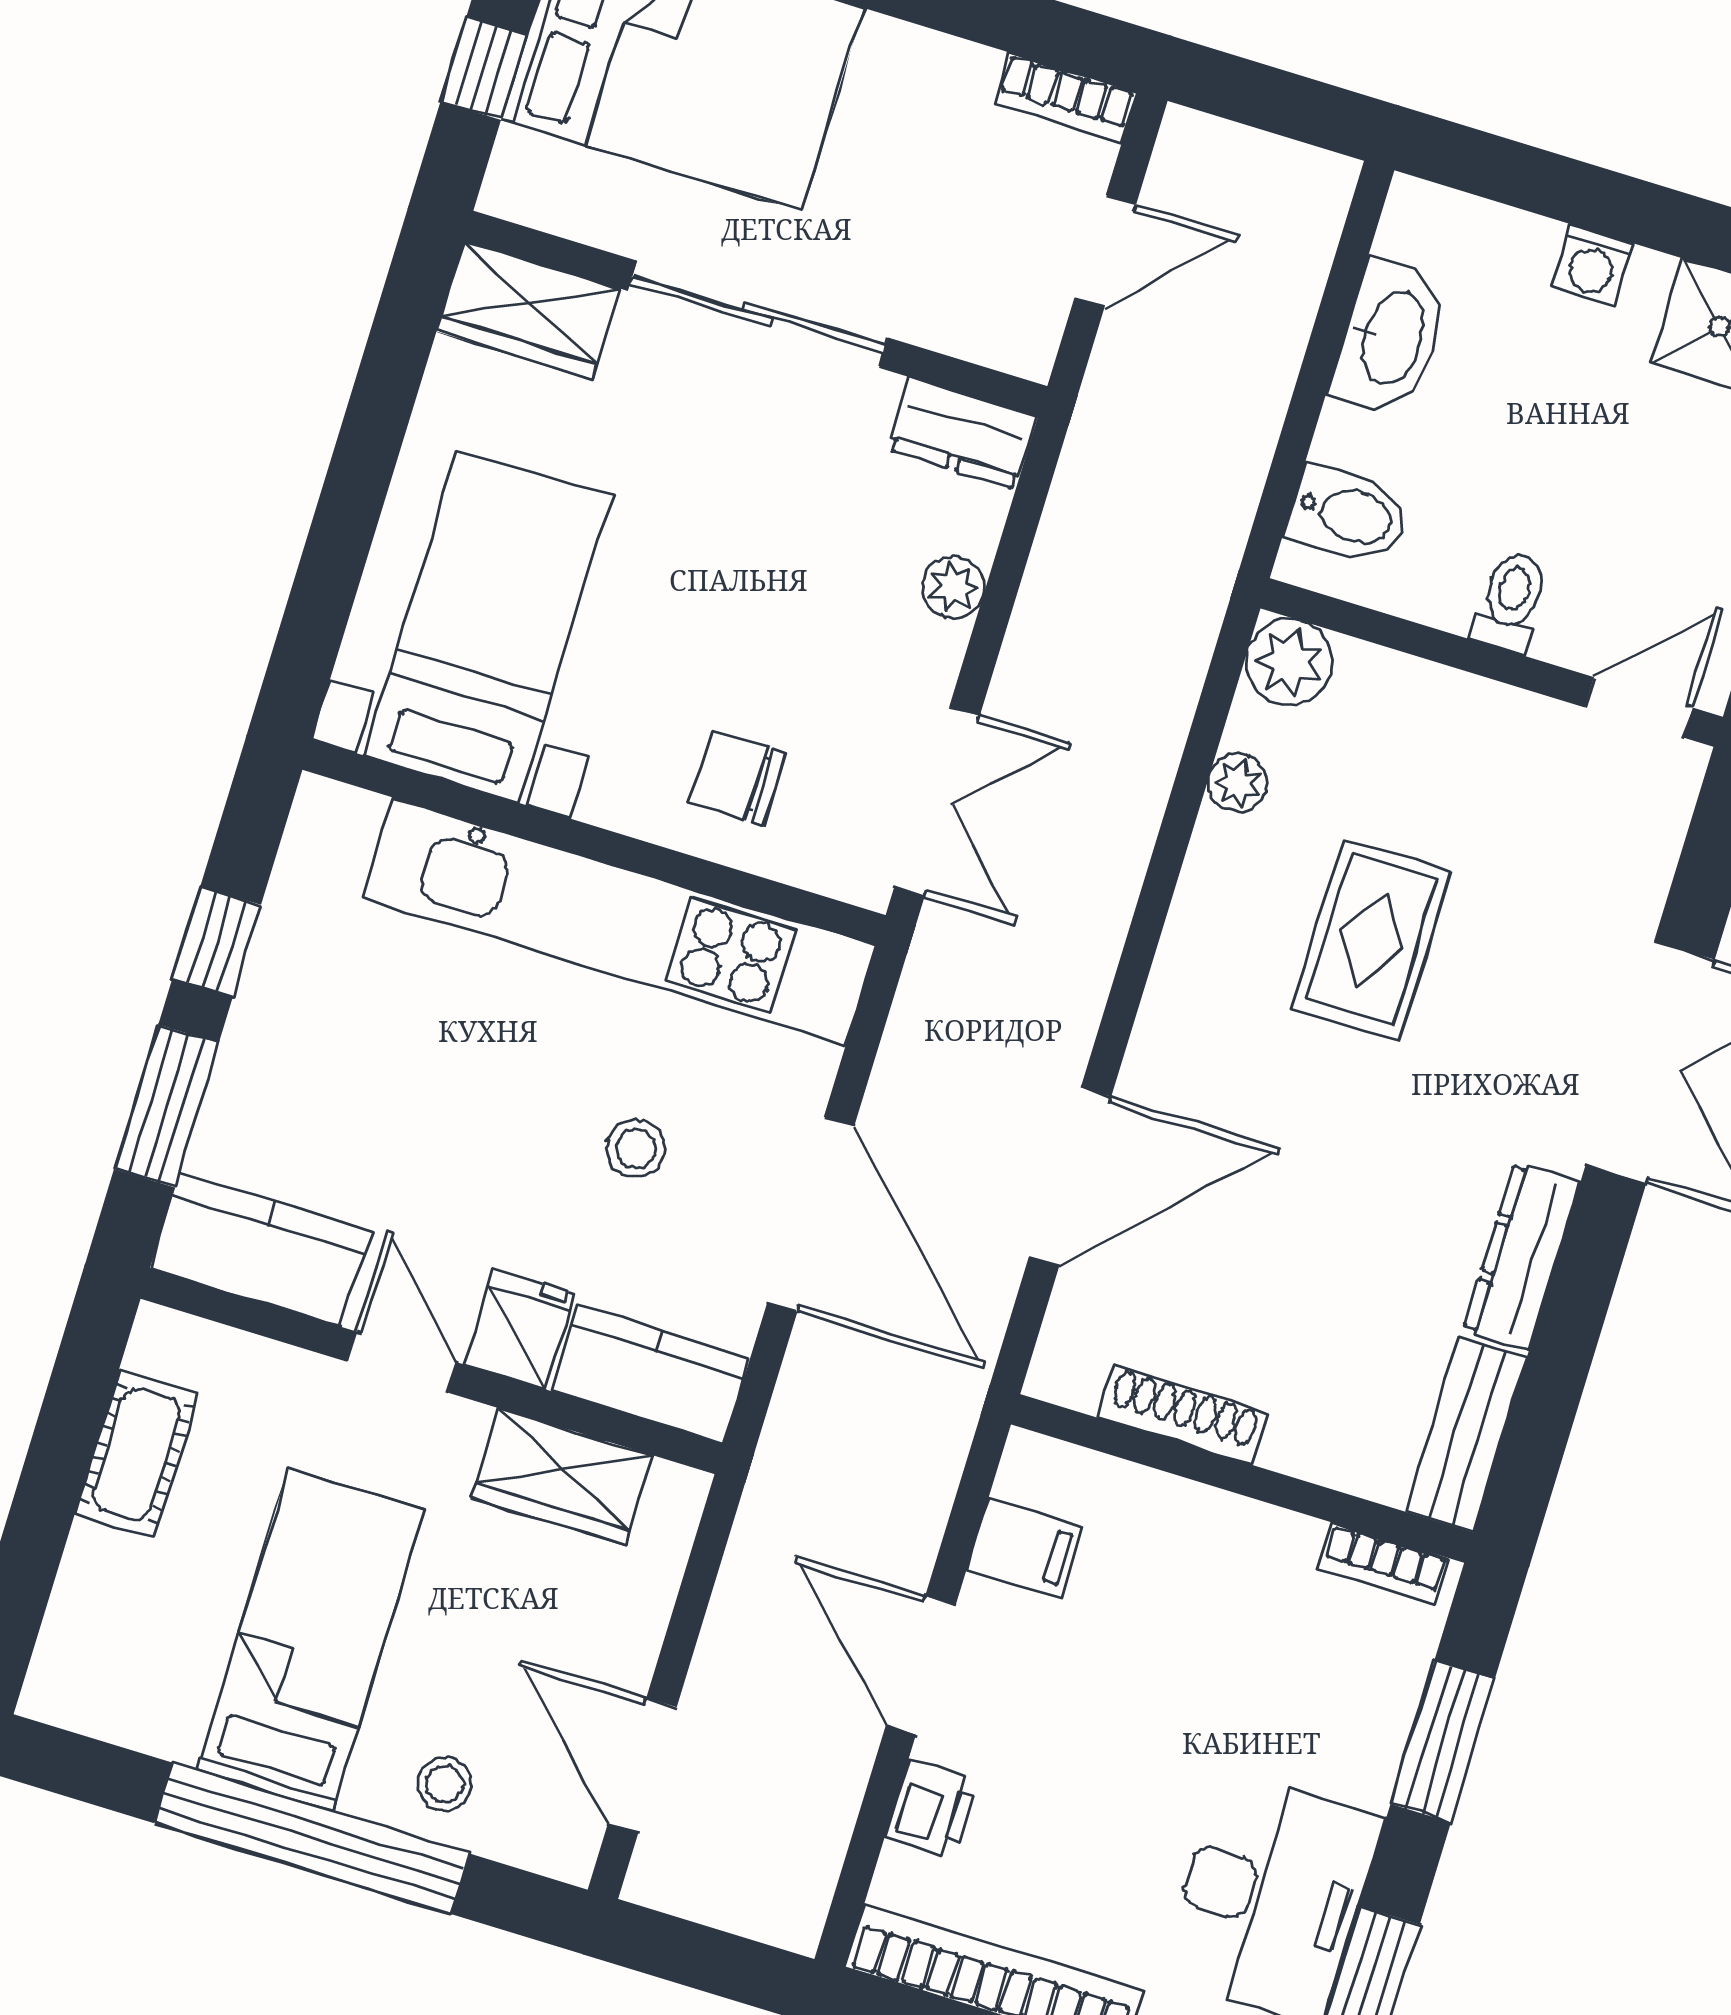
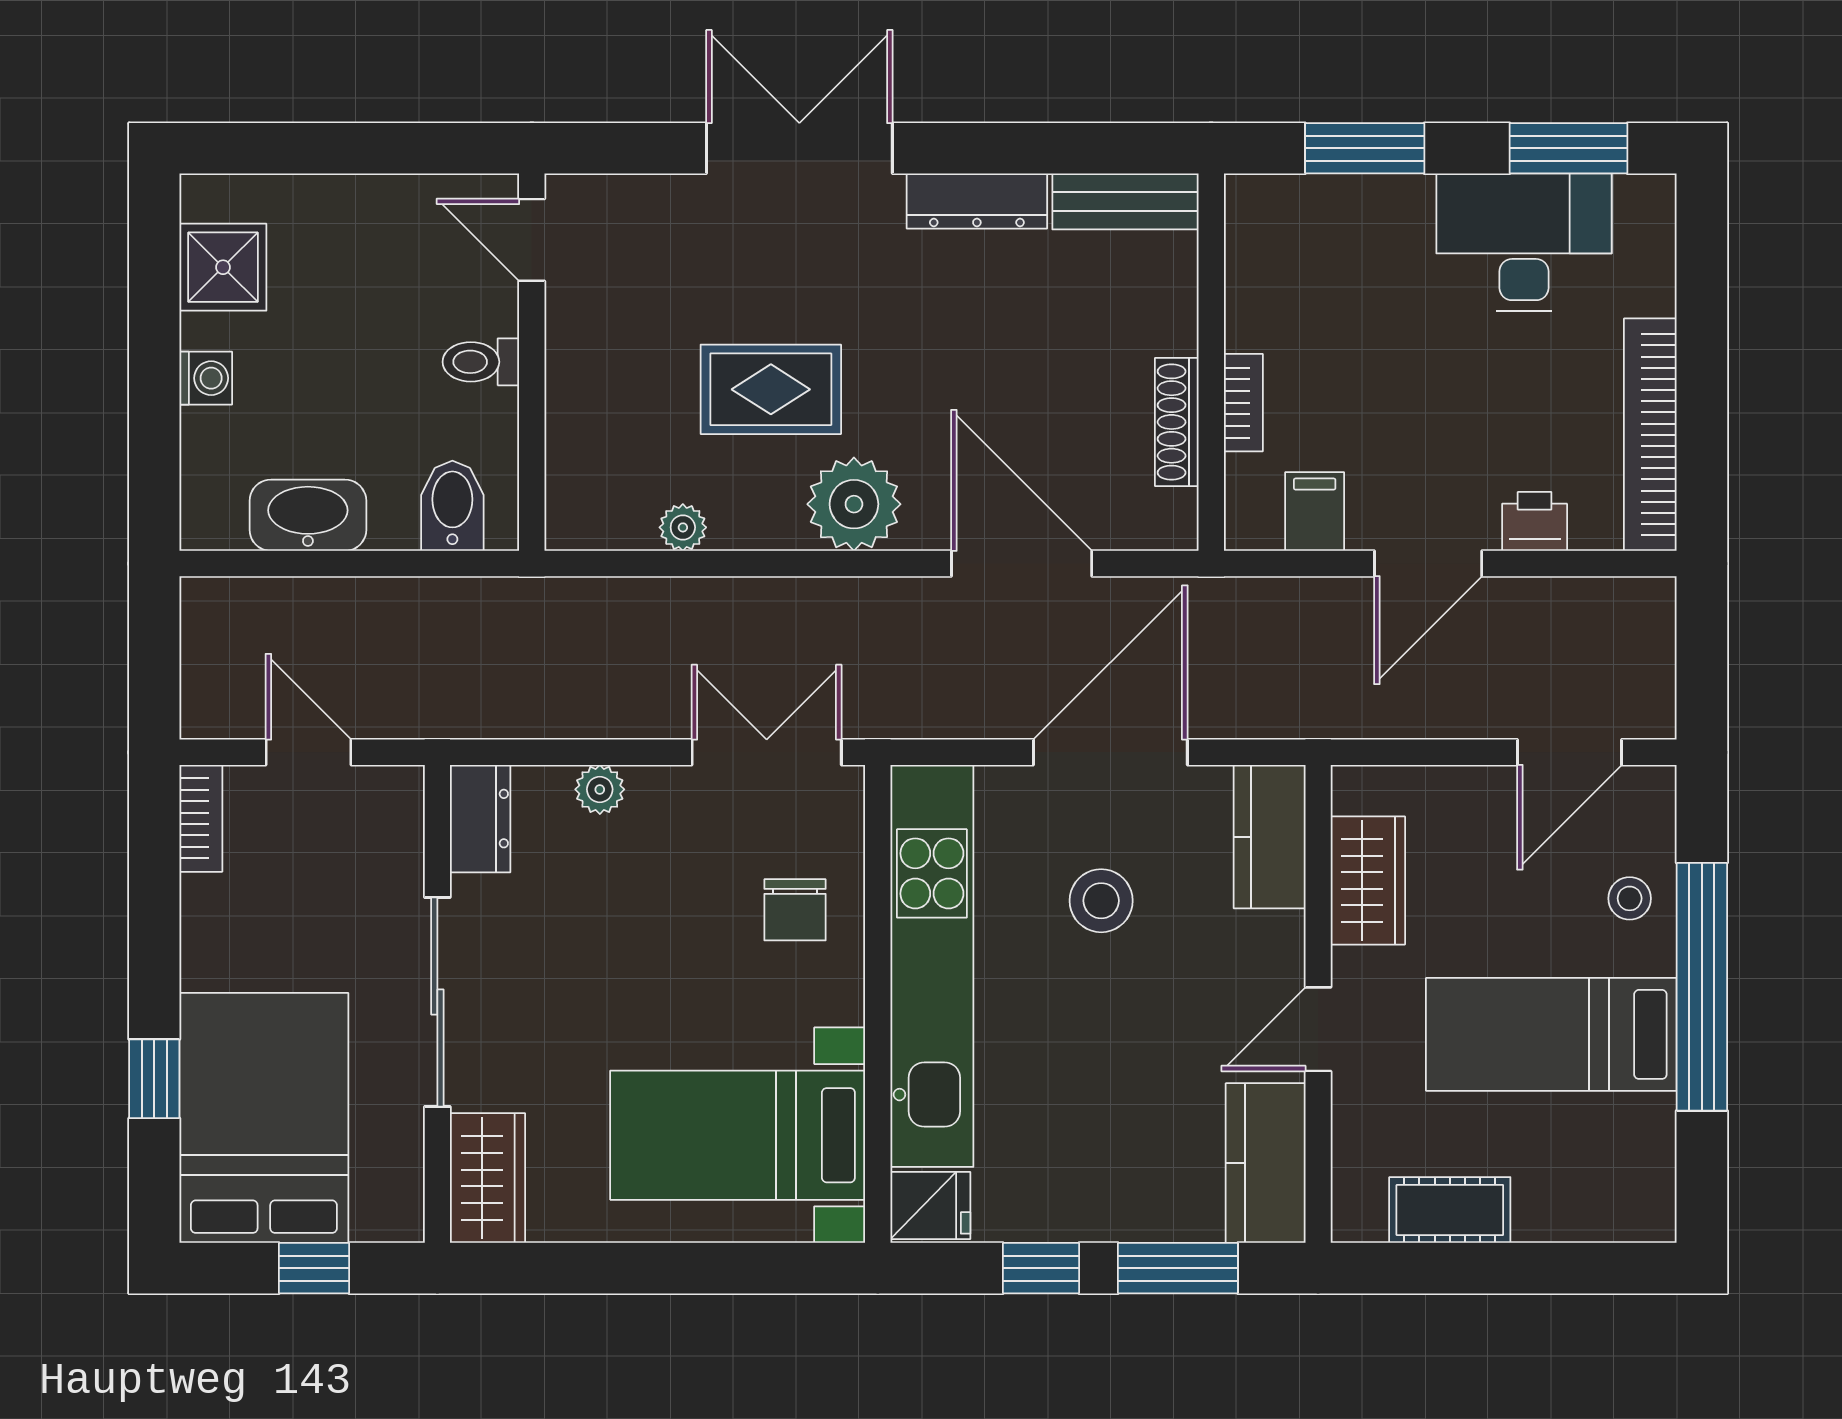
plant: (1289, 662) -> (854, 504), moved, width x1.36, depth x1.36
stool: (636, 1149) -> (1101, 901), width x1.37, depth x1.37
fridge: (520, 1329) -> (930, 1206), moved, turned 180
bookcase: (1384, 1564) -> (1243, 403), moved

